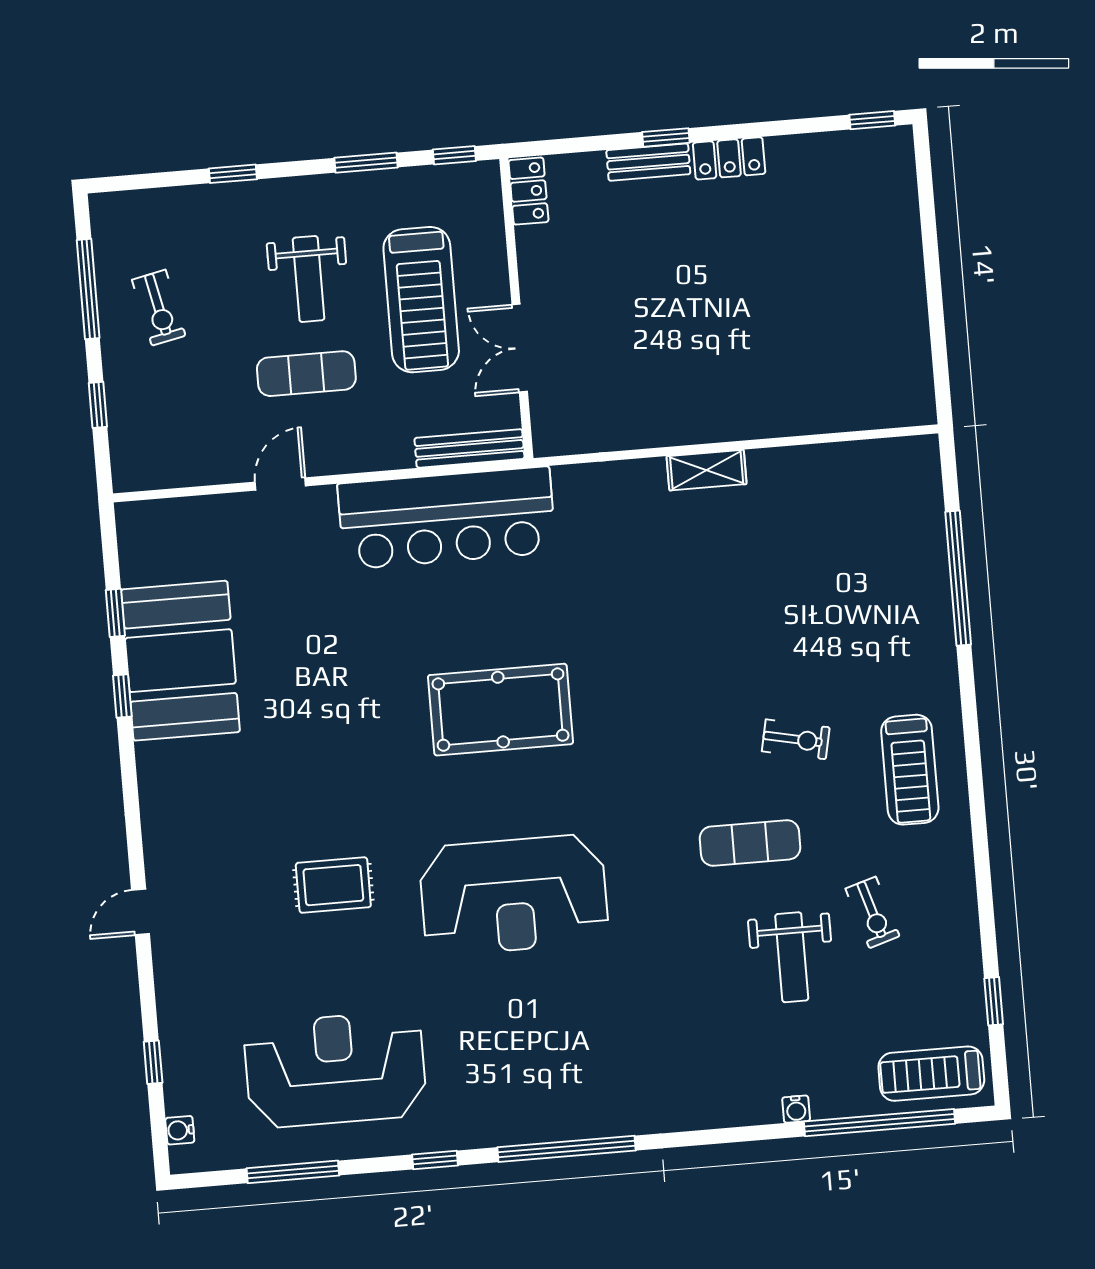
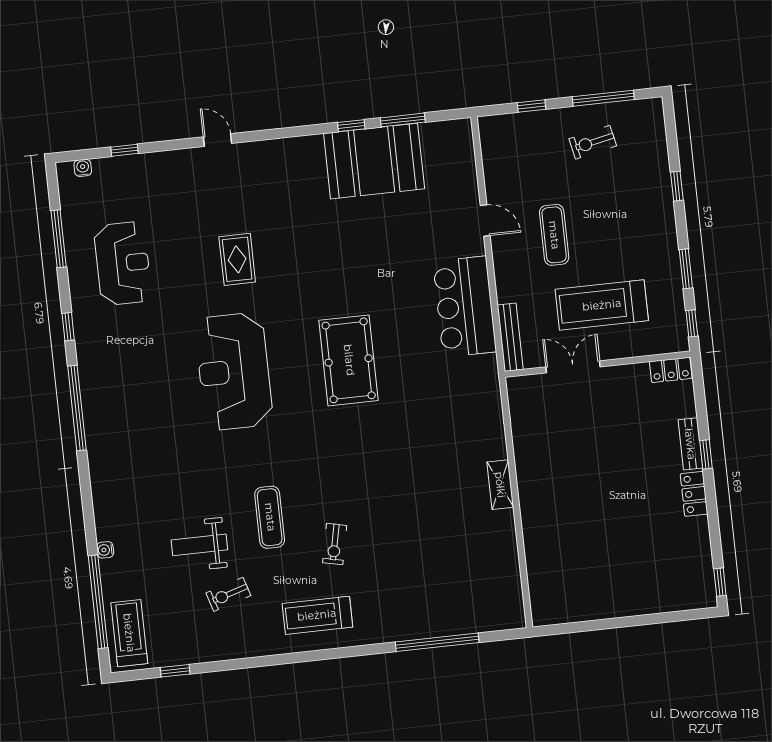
weight bench: (309, 279) -> (613, 235), removed
bar counter: (447, 518) -> (465, 307), width x0.73
window: (115, 613) -> (403, 120), width x1.50
reception desk: (335, 1070) -> (123, 263), width x0.74, depth x0.77

